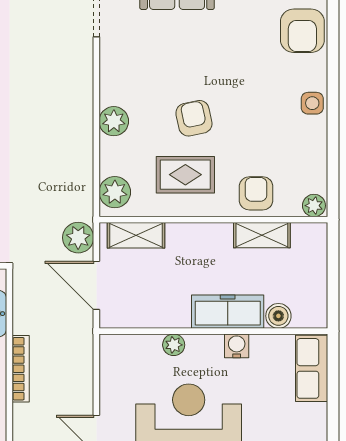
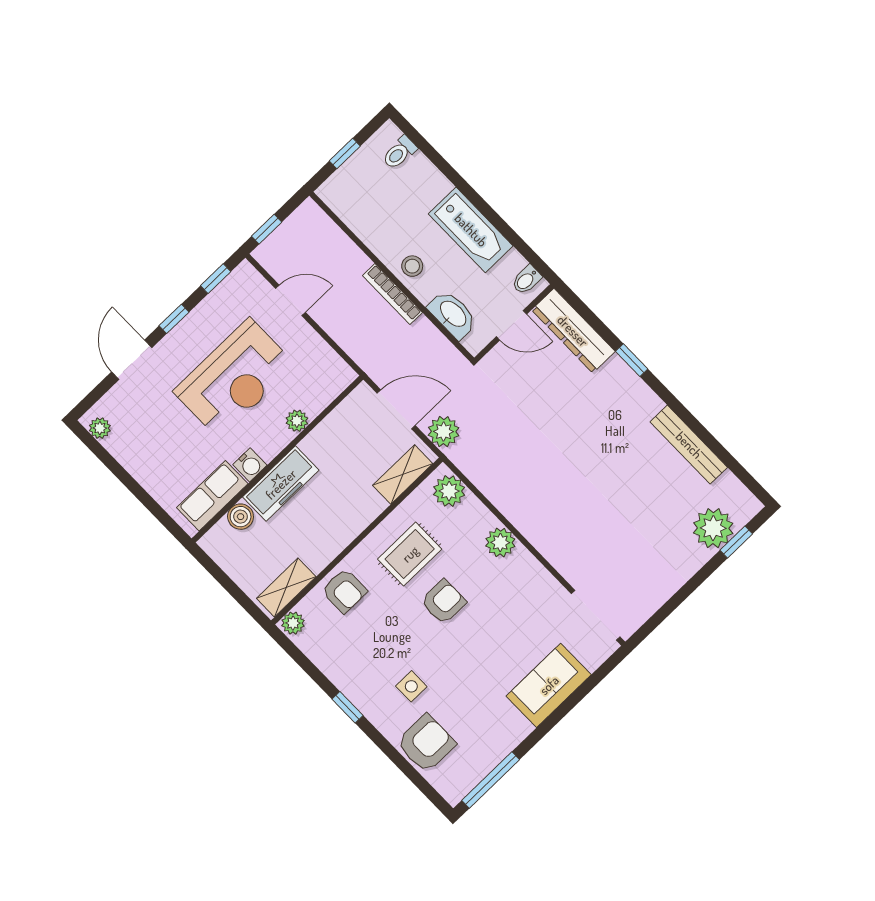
armchair: (302, 31) -> (426, 743), turned 90
side table: (312, 103) -> (411, 686), moved
window: (333, 110) -> (347, 707), added
armchair: (194, 118) -> (443, 602), turned -78
shelving: (262, 235) -> (286, 588), moved
row of seats: (312, 368) -> (212, 496), moved, turned -90

